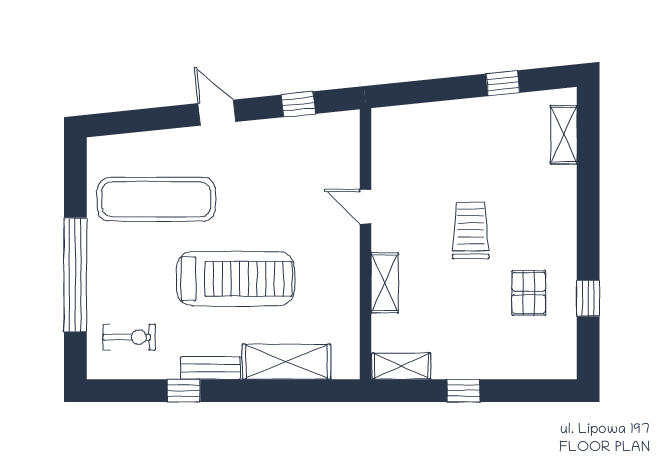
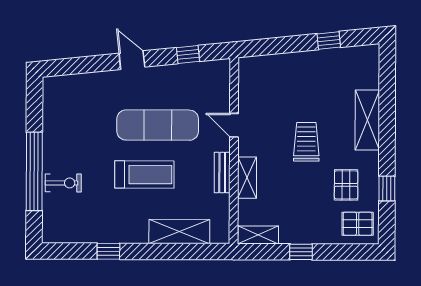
shelving: (564, 135) -> (367, 120), moved, width x1.50, depth x1.33
exercise mat: (156, 199) -> (158, 125), moved
treadmill: (236, 279) -> (144, 174), width x0.73, depth x0.73
exercise bike: (129, 337) -> (63, 183), moved
pallet: (546, 349) -> (358, 224), added
bench: (211, 368) -> (222, 173), moved, turned 90

